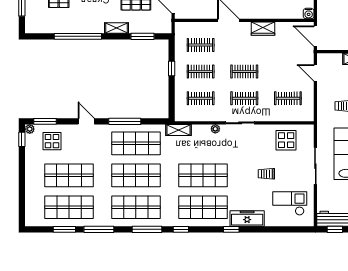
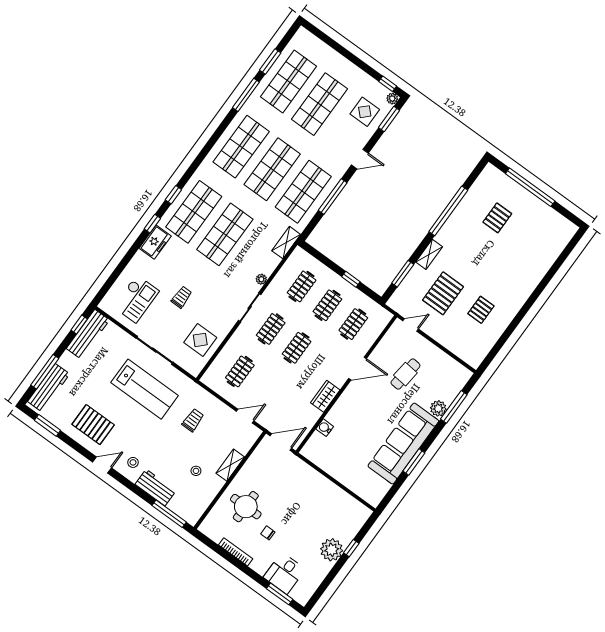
water cooler: (309, 14) -> (325, 428), moved
freezer: (247, 218) -> (155, 242), width x0.71
window: (147, 229) -> (212, 142), removed
window: (181, 229) -> (173, 195), moved

